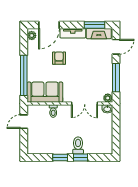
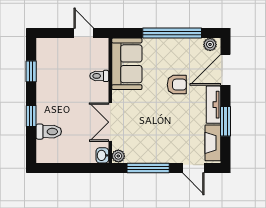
door: (49, 25) -> (226, 70), hinge flipped
window: (94, 25) -> (226, 121), moved
window: (24, 75) -> (172, 33), moved
toilet: (78, 145) -> (49, 132), moved
window: (60, 157) -> (31, 71), moved

